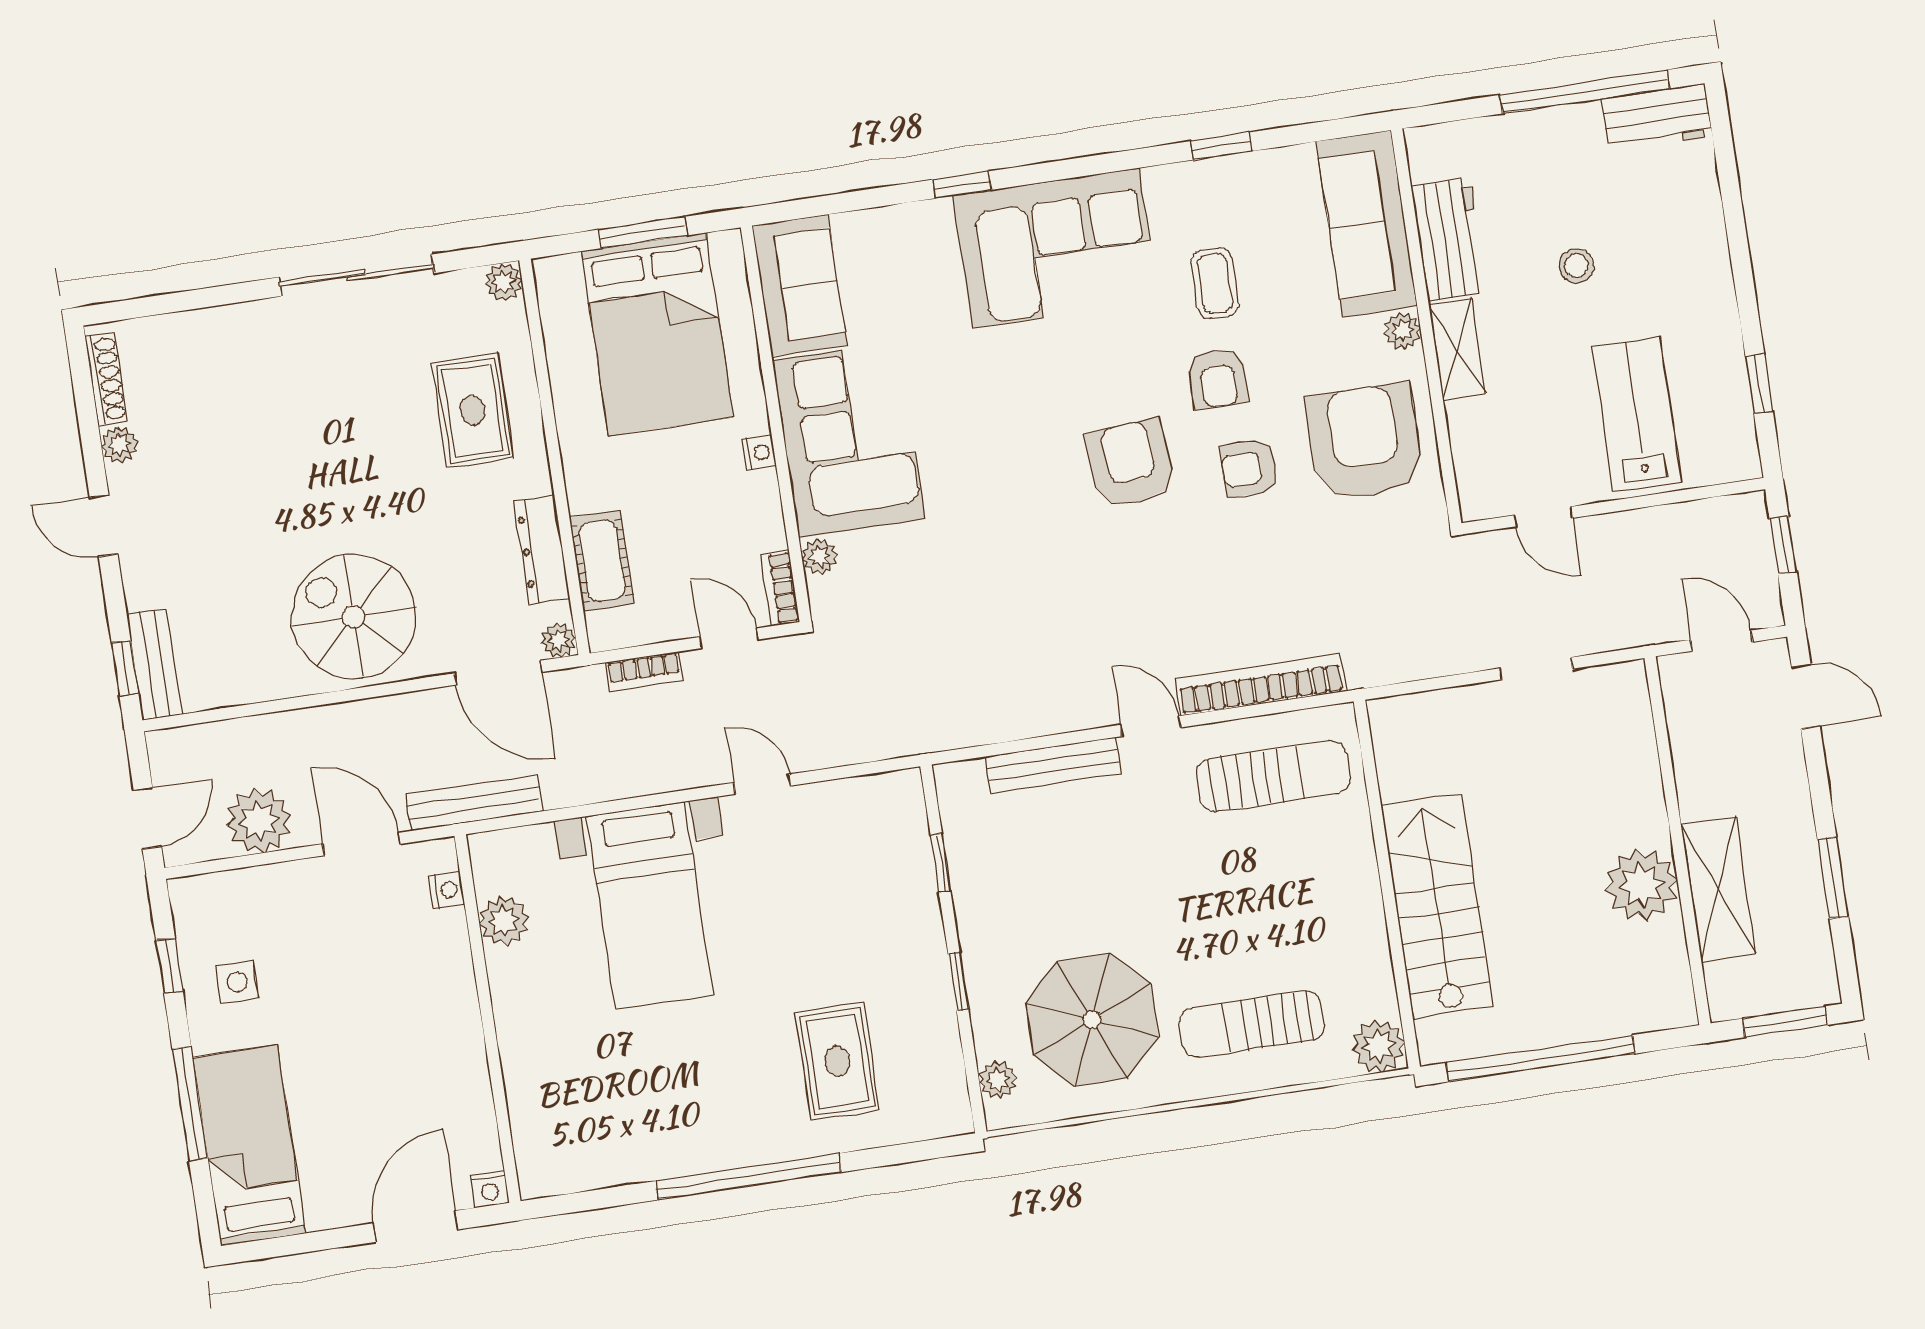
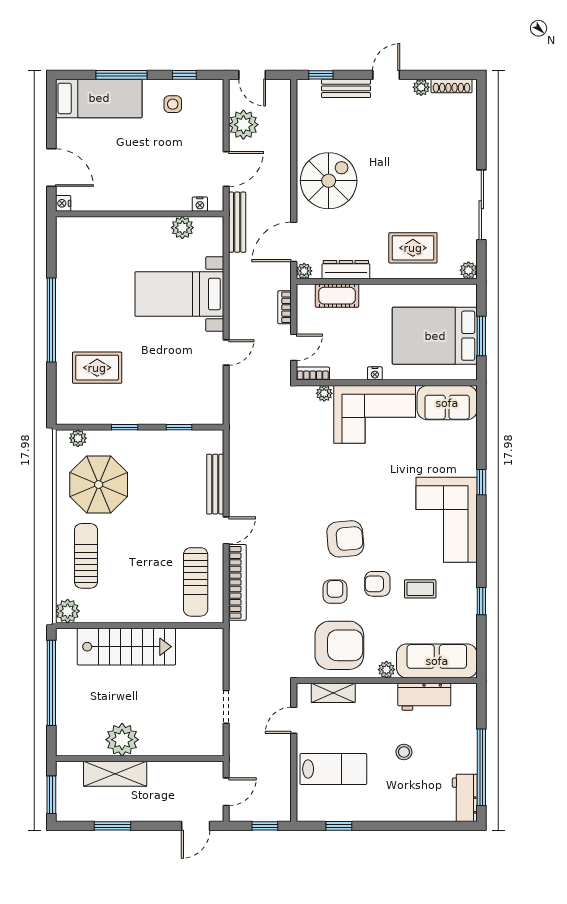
shelving: (1457, 349) -> (333, 693), moved
bench: (155, 664) -> (346, 88), moved

